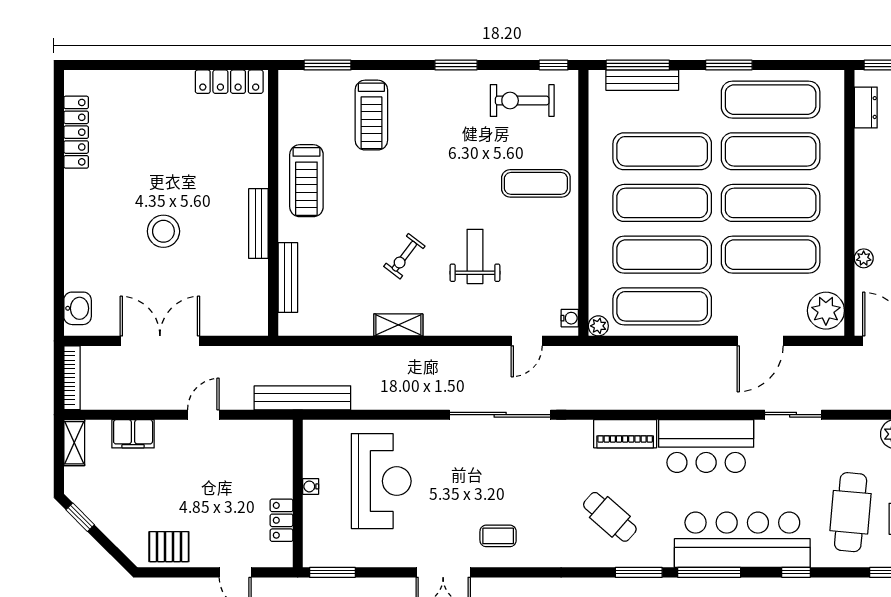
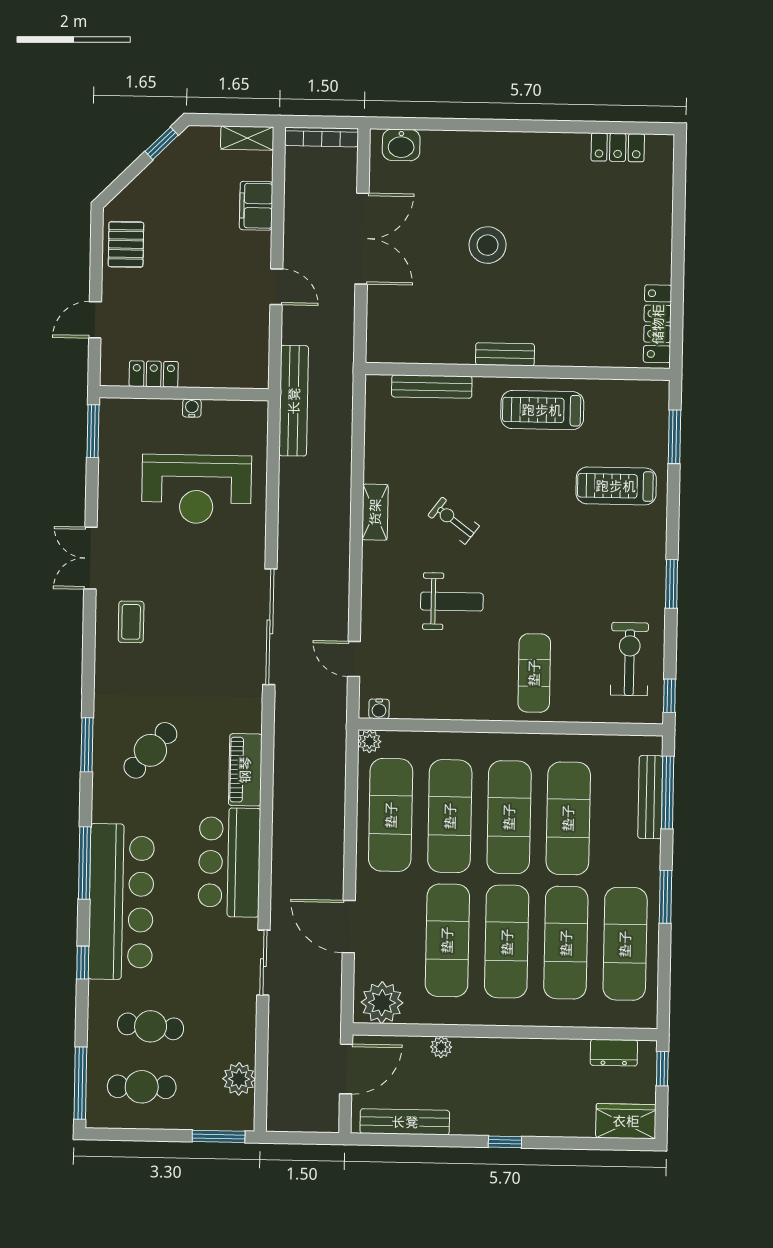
locker: (76, 132) -> (618, 147), width x0.66
bench: (258, 224) -> (505, 354), width x0.73
cafe table: (851, 512) -> (151, 1026), width x0.73, depth x0.74
window: (639, 572) -> (87, 745), moved

